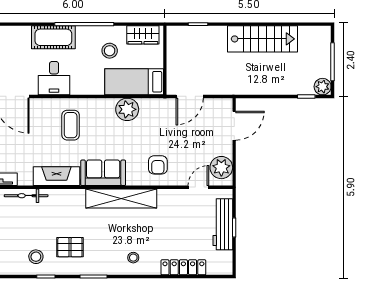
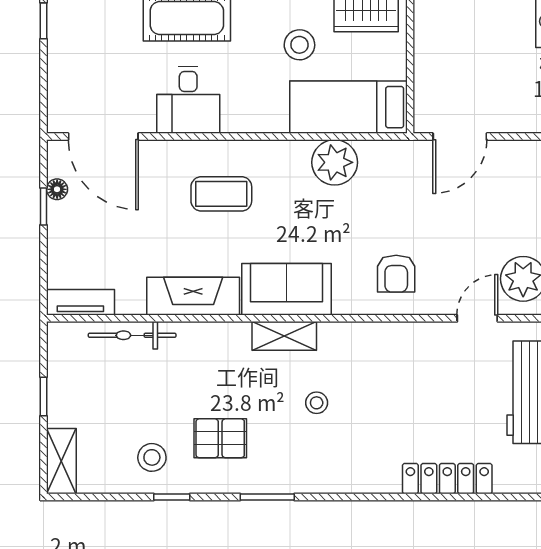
coffee table: (71, 125) -> (221, 194), turned 90
shelving: (121, 198) -> (284, 336), width x0.45, depth x0.75
stool: (133, 258) -> (317, 403), moved

